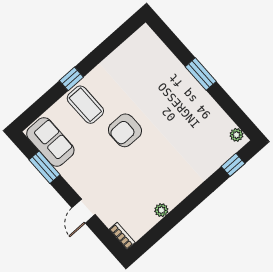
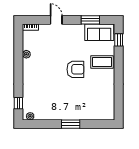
window: (71, 79) -> (119, 40), moved
armchair: (125, 130) -> (75, 69), turned 90

